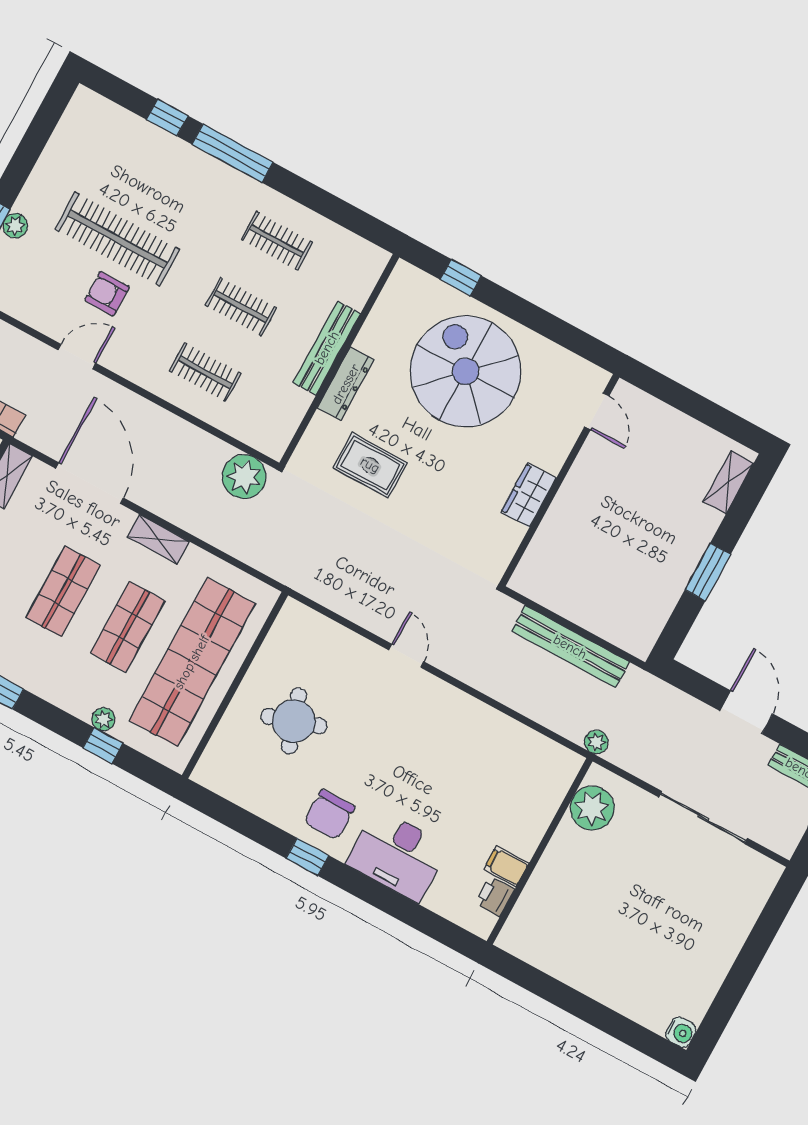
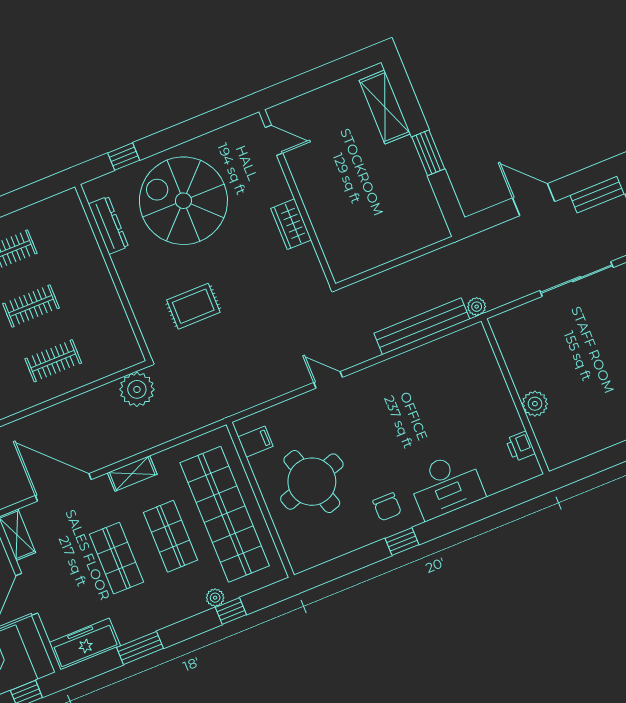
bench: (327, 348) -> (100, 274), removed
dresser: (346, 384) -> (108, 225), moved
shelving: (728, 482) -> (385, 107), width x1.50, depth x1.33
bench: (570, 647) -> (422, 326), moved
round table: (294, 721) -> (312, 482), width x1.36, depth x1.36
plant: (592, 808) -> (535, 404), moved, width x0.73, depth x0.73
chair: (329, 815) -> (387, 507), width x0.73, depth x0.73
filing cabinet: (506, 866) -> (255, 442), moved, turned 180

